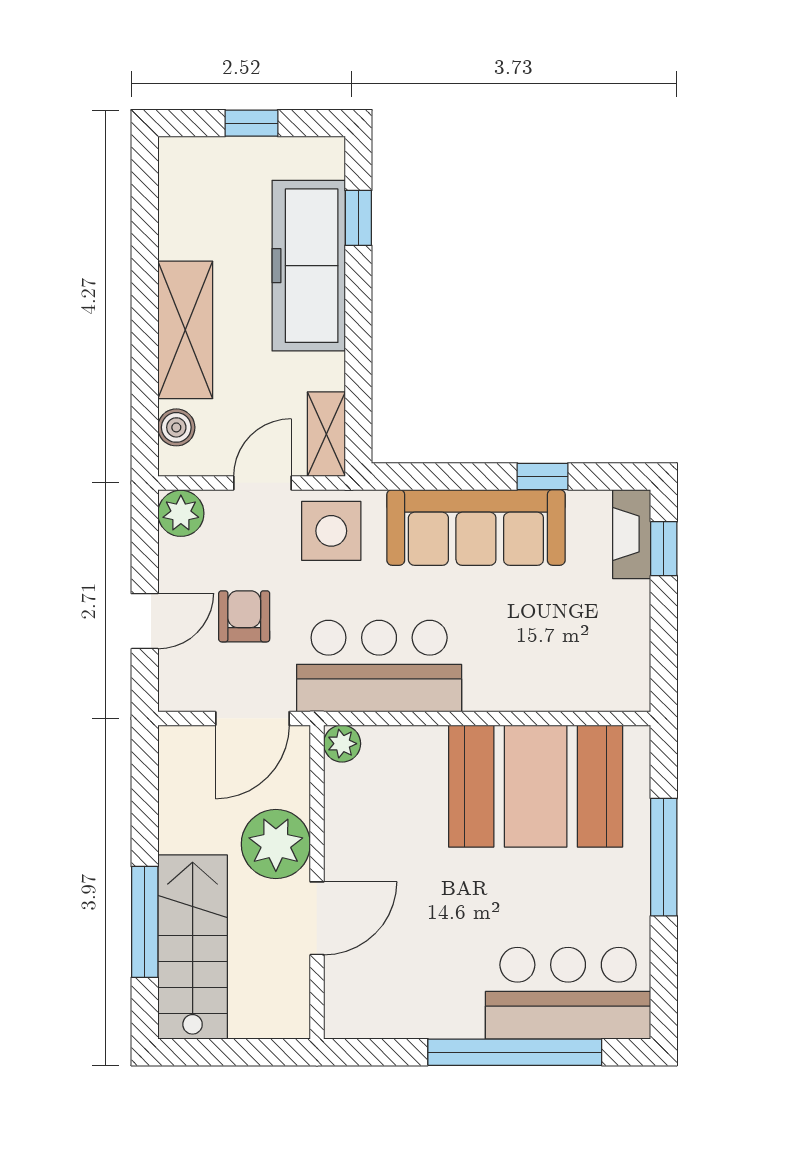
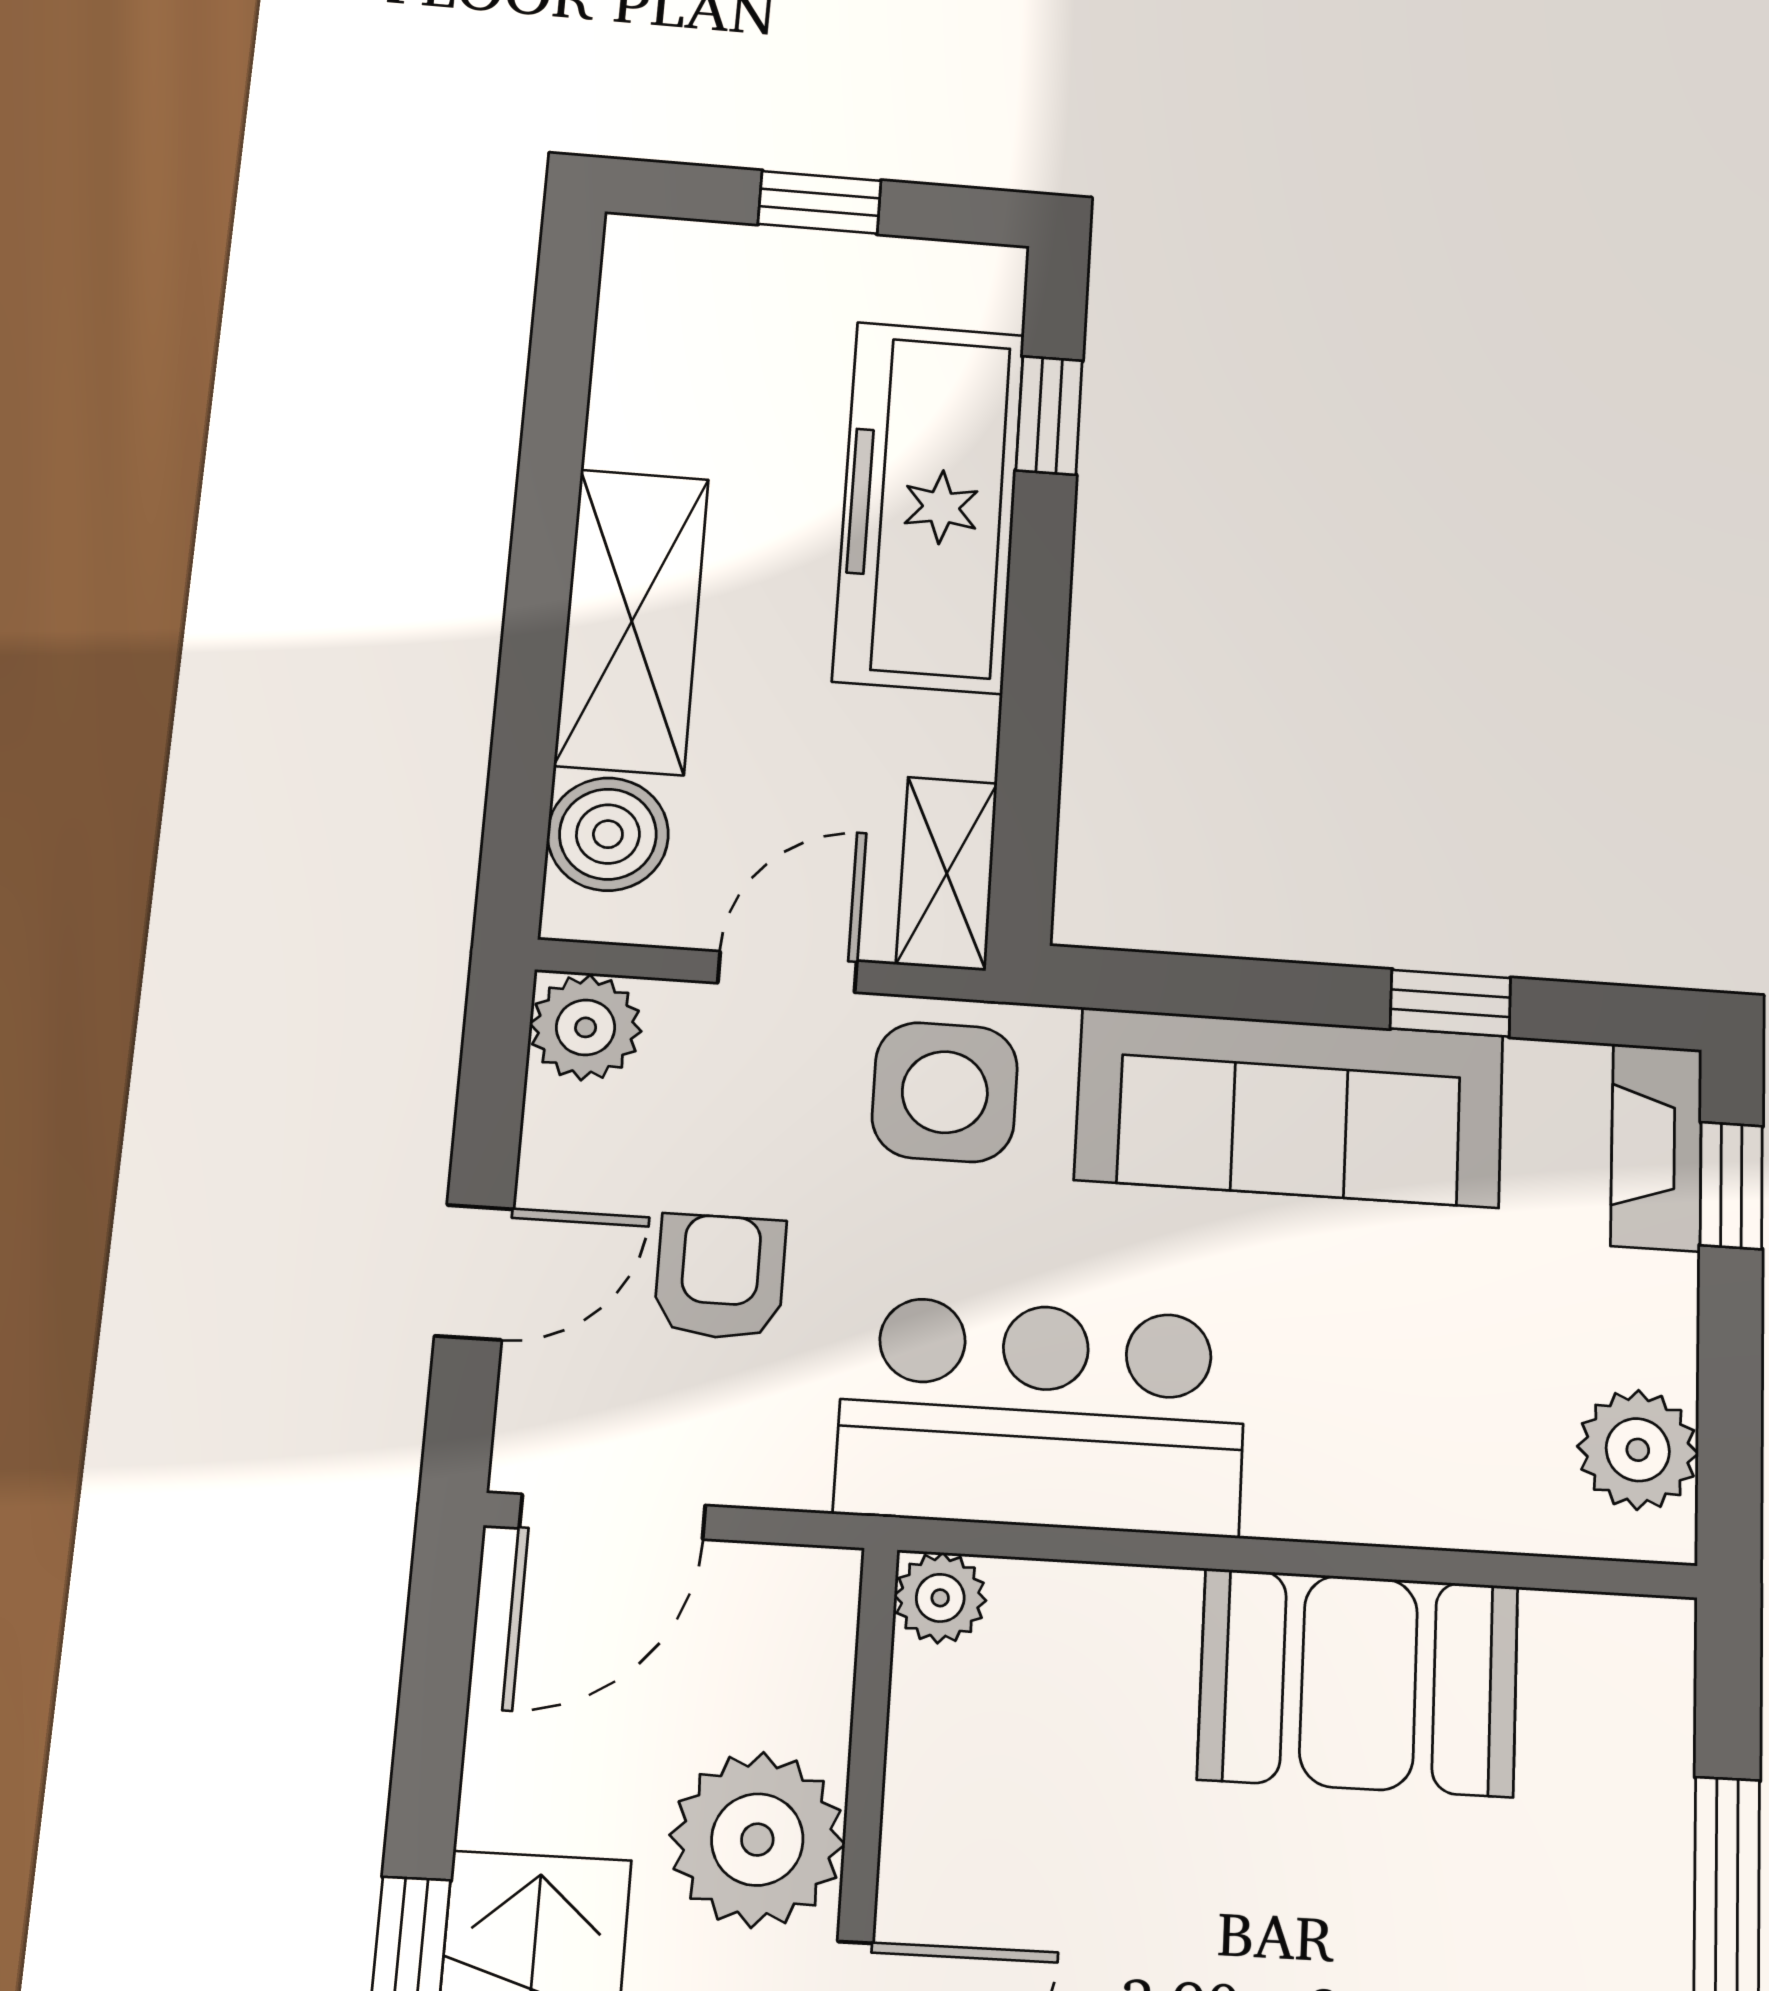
boiler: (176, 427) -> (608, 834), width x1.36, depth x1.36
plant: (625, 665) -> (1638, 1450), added
door: (252, 718) -> (612, 1517), moved
booth: (536, 786) -> (1359, 1682), width x0.73, depth x0.70

